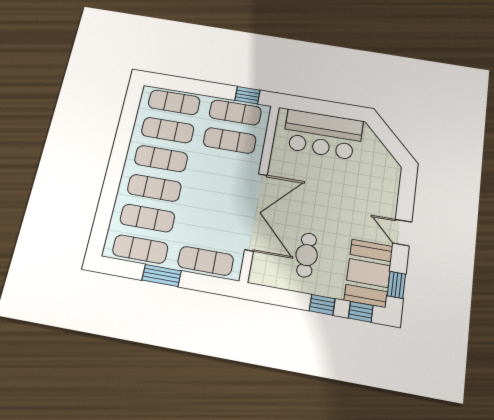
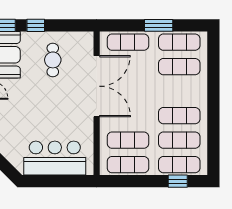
window: (248, 95) -> (178, 181), moved
exercise mat: (154, 188) -> (179, 91), removed
double door: (256, 212) -> (97, 86), swing flipped

